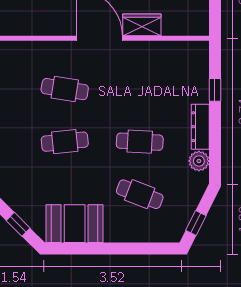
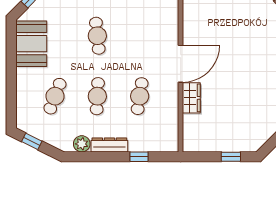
cafe table: (65, 89) -> (140, 96), moved

